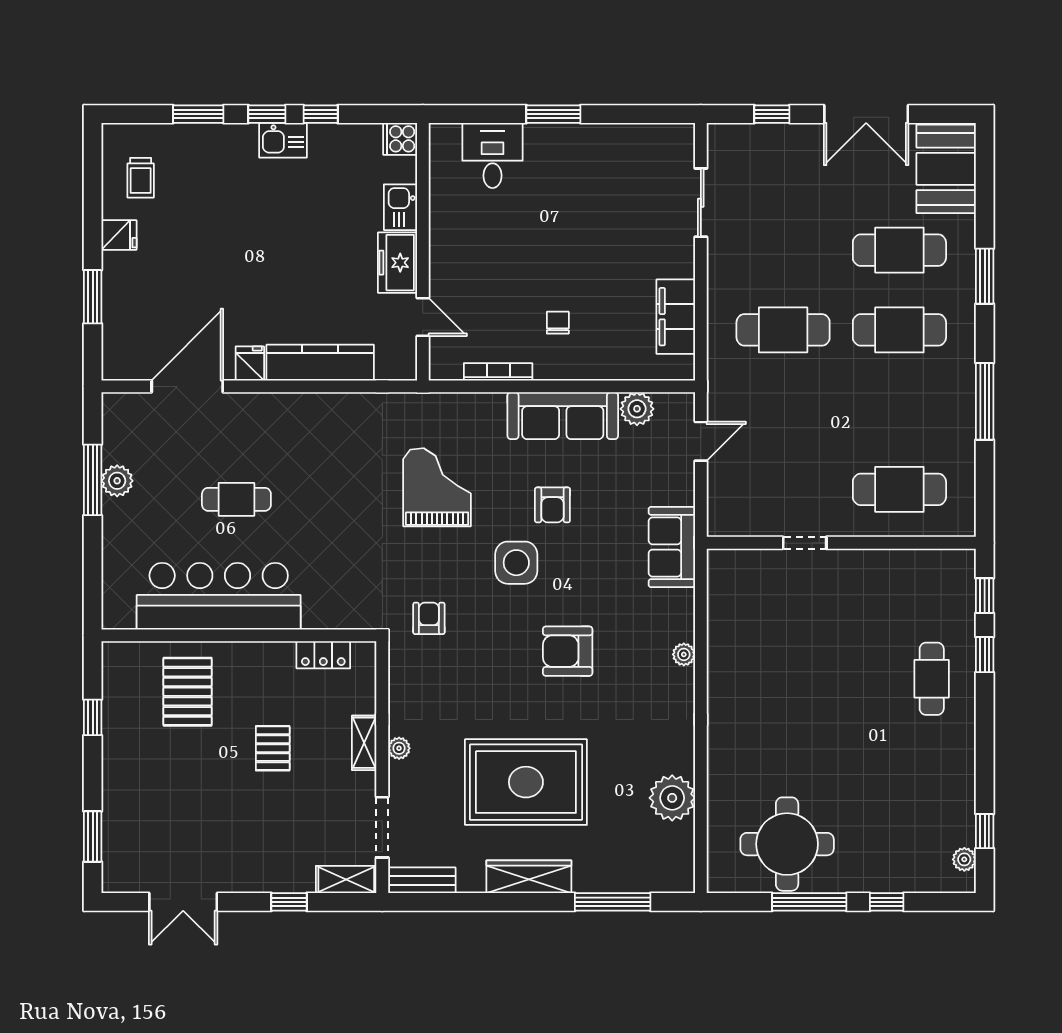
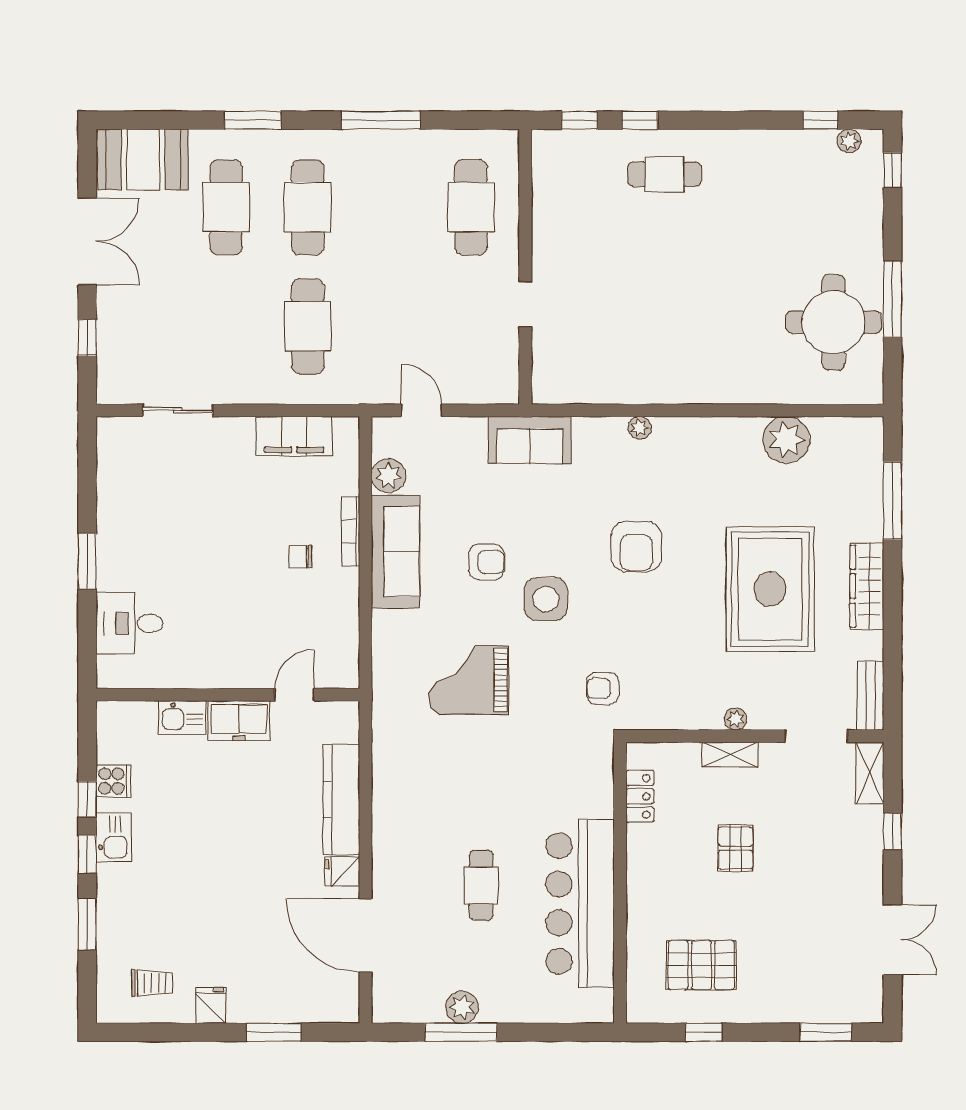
cooker: (400, 139) -> (113, 781), moved, turned -90
bookcase: (498, 372) -> (351, 532), moved
pallet: (188, 692) -> (701, 965), moved
pallet: (273, 748) -> (735, 848), turned 90
window: (887, 902) -> (893, 170), moved

